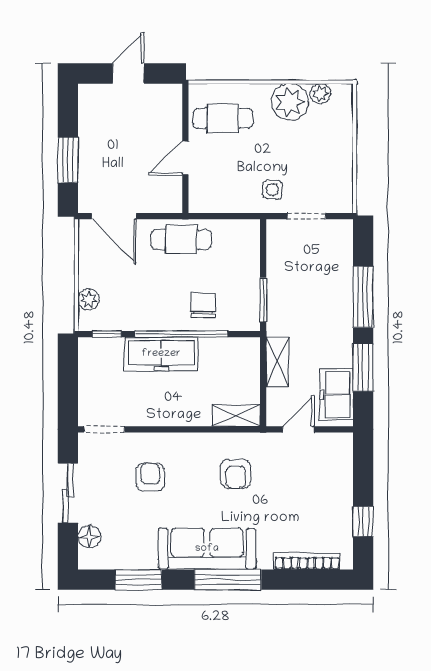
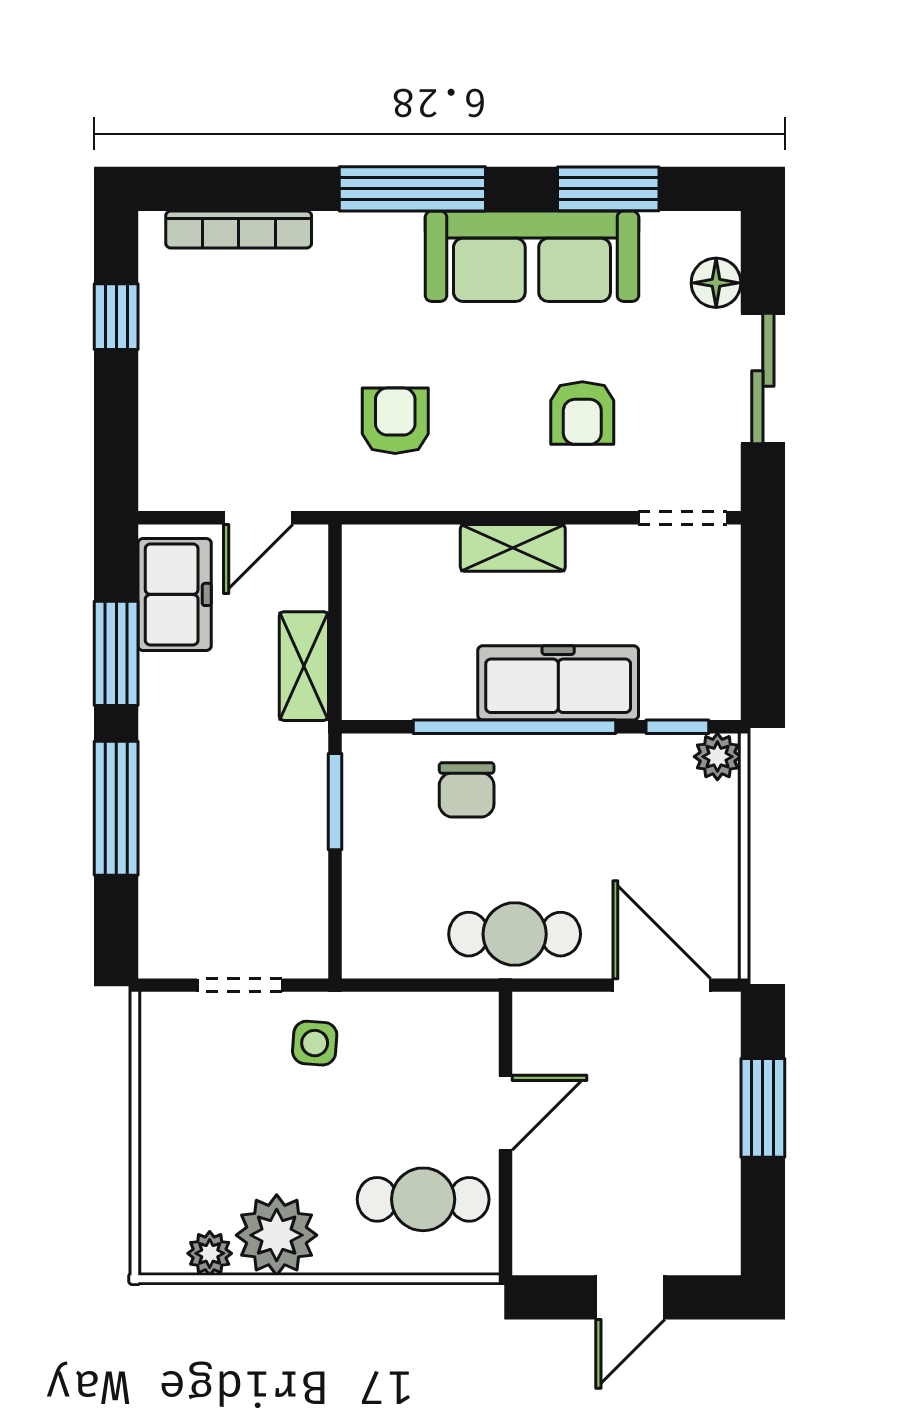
plant: (89, 300) -> (717, 757), moved
shelving: (236, 416) -> (513, 548), moved
sofa: (207, 549) -> (532, 256), moved

